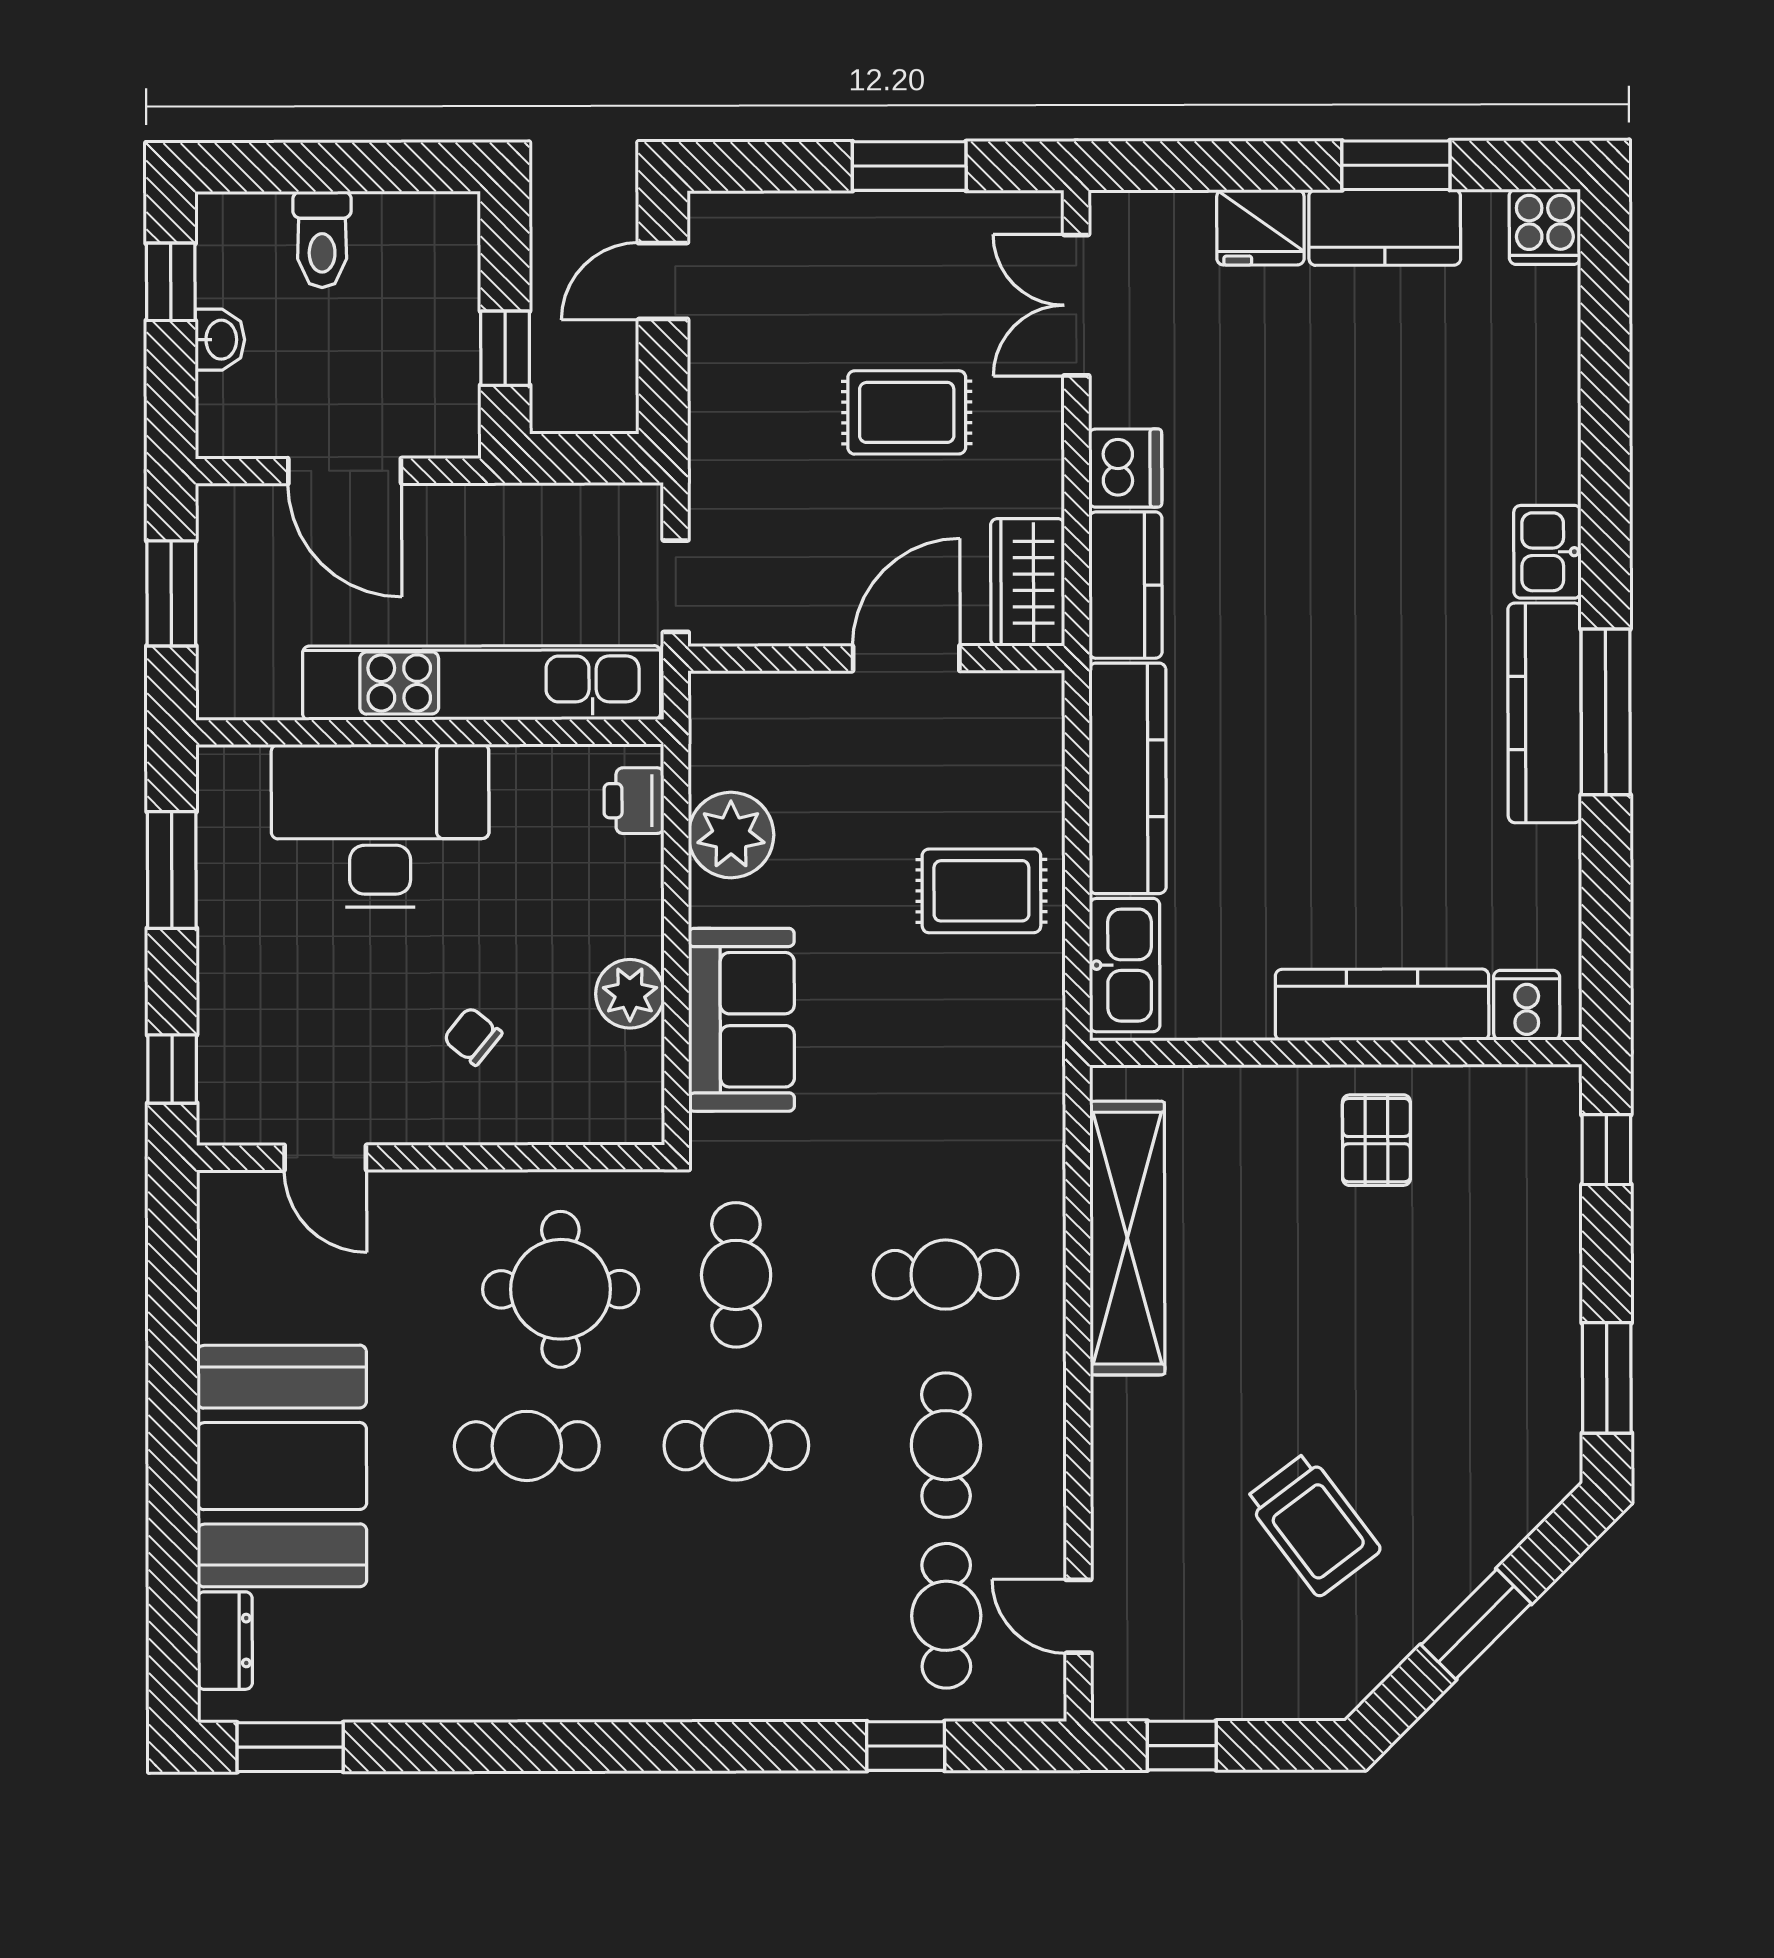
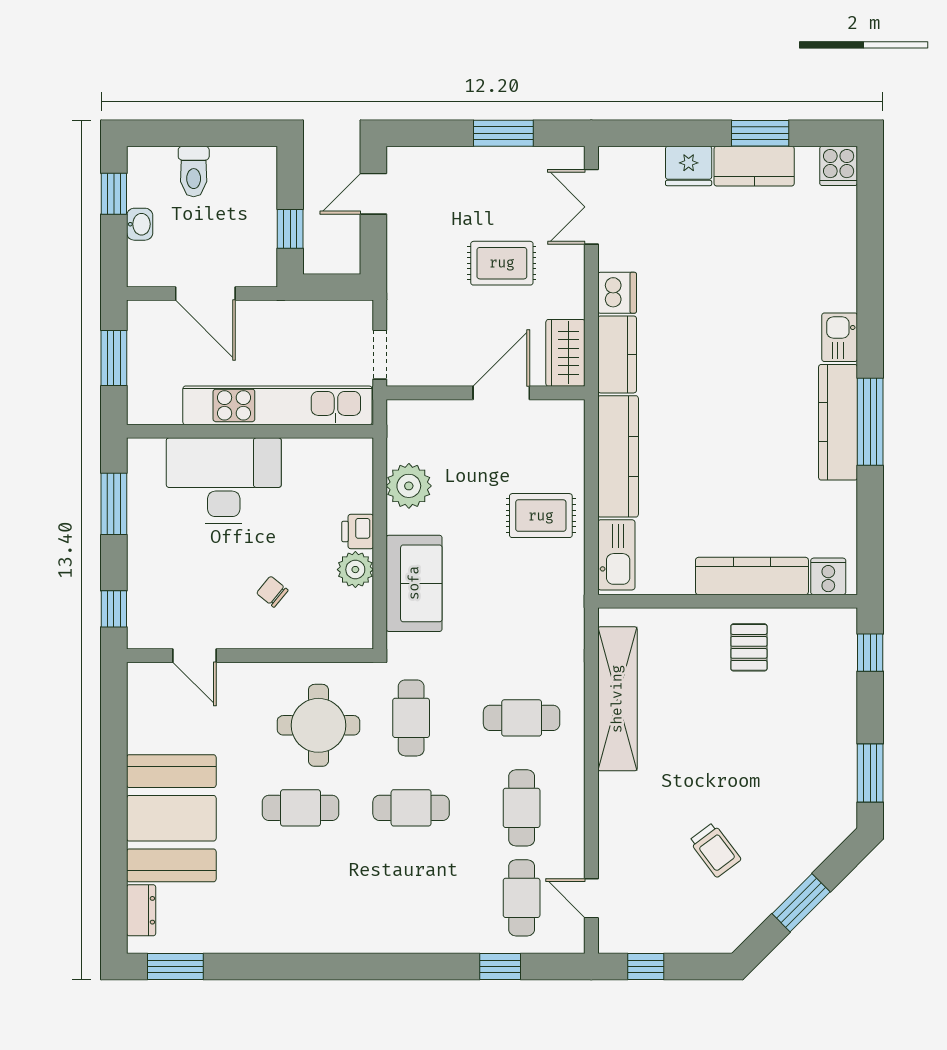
printer: (634, 801) -> (358, 532), moved
trolley: (1313, 1524) -> (715, 850), width x0.73, depth x0.72

